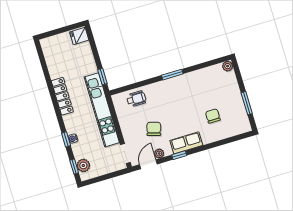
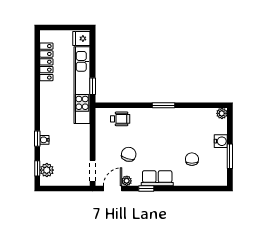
water cooler: (234, 92) -> (221, 141), added
locker: (62, 96) -> (46, 62), moved
kitchen unit: (102, 110) -> (82, 85), moved

